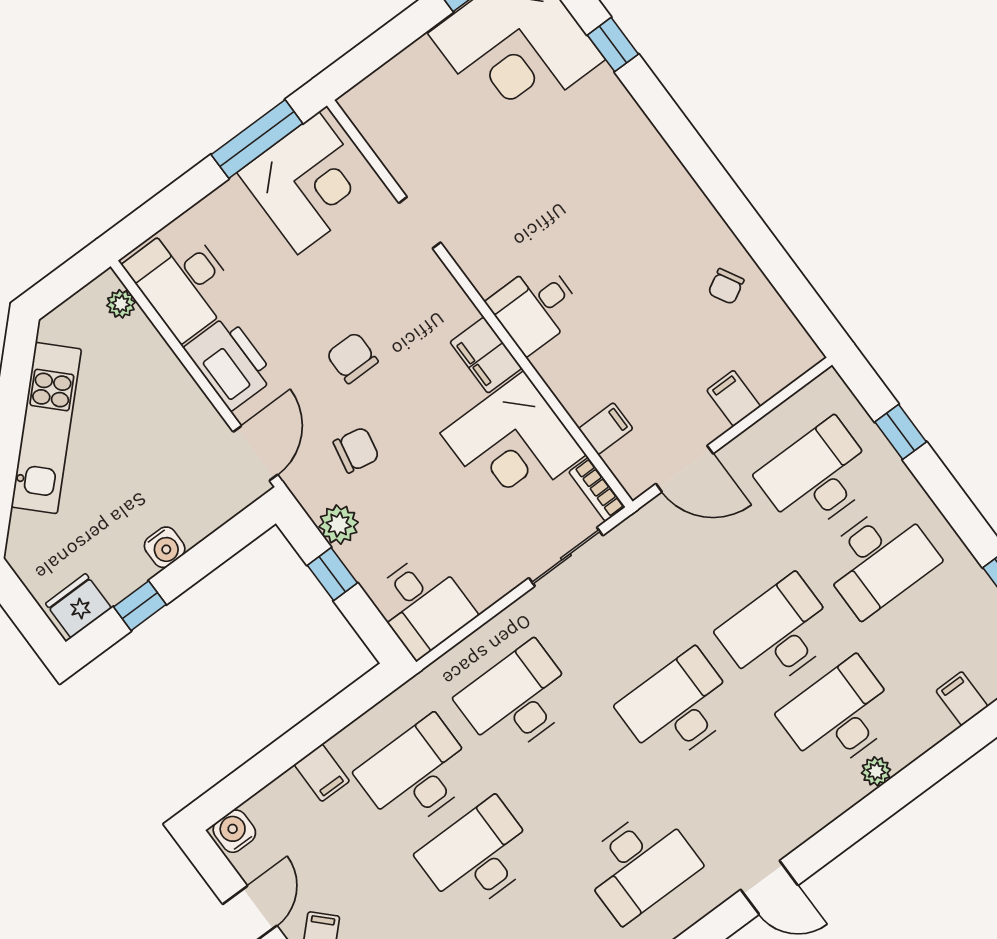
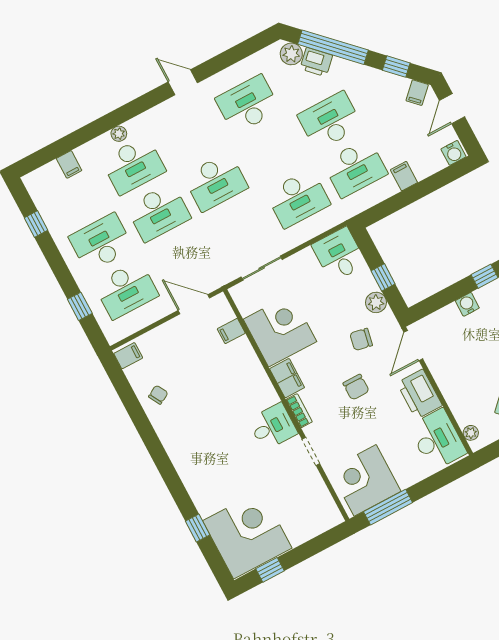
desk: (535, 307) -> (273, 427), moved
filing cabinet: (734, 398) -> (128, 356), moved, turned -90
bookcase: (597, 489) -> (299, 411), moved
desk: (478, 856) -> (330, 121), turned 180

